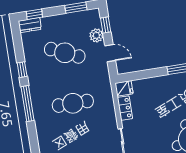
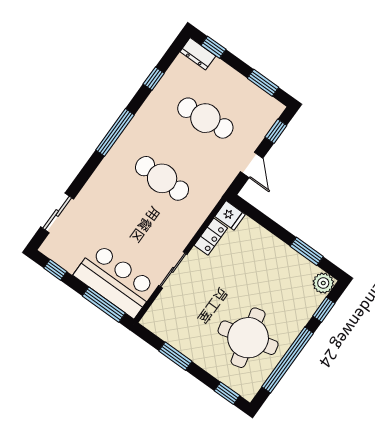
plant: (96, 35) -> (256, 133), removed
cafe table: (65, 53) -> (205, 118), turned -30
window: (22, 70) -> (154, 79), moved

